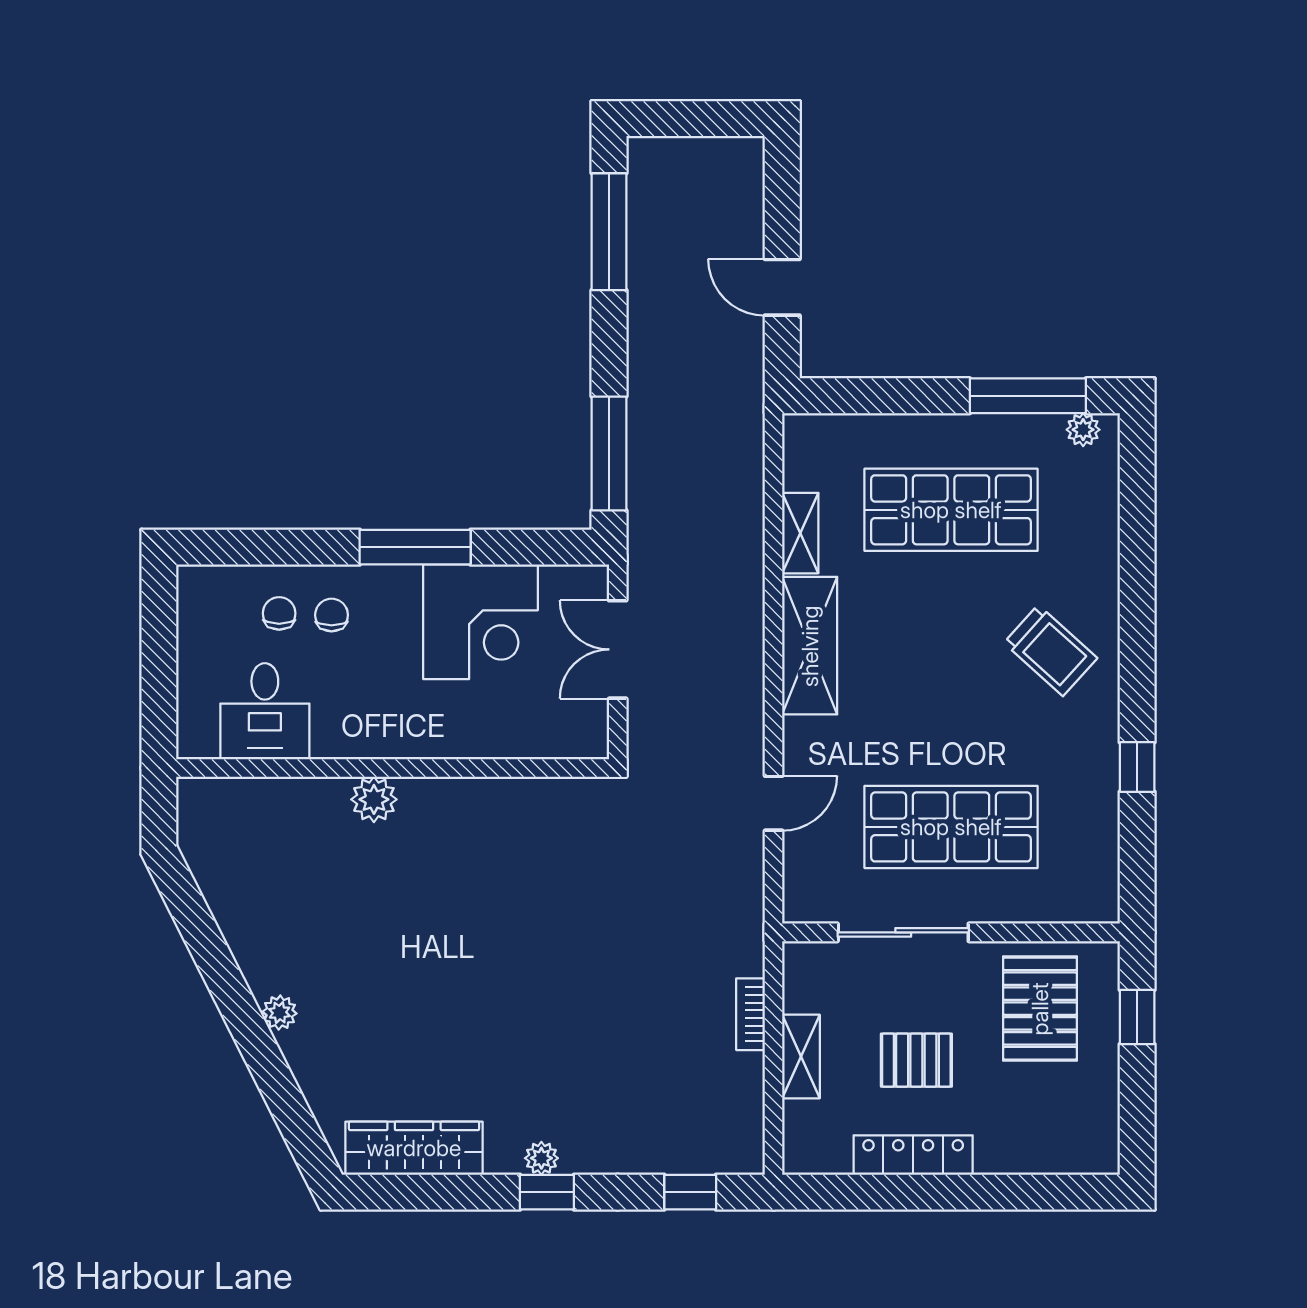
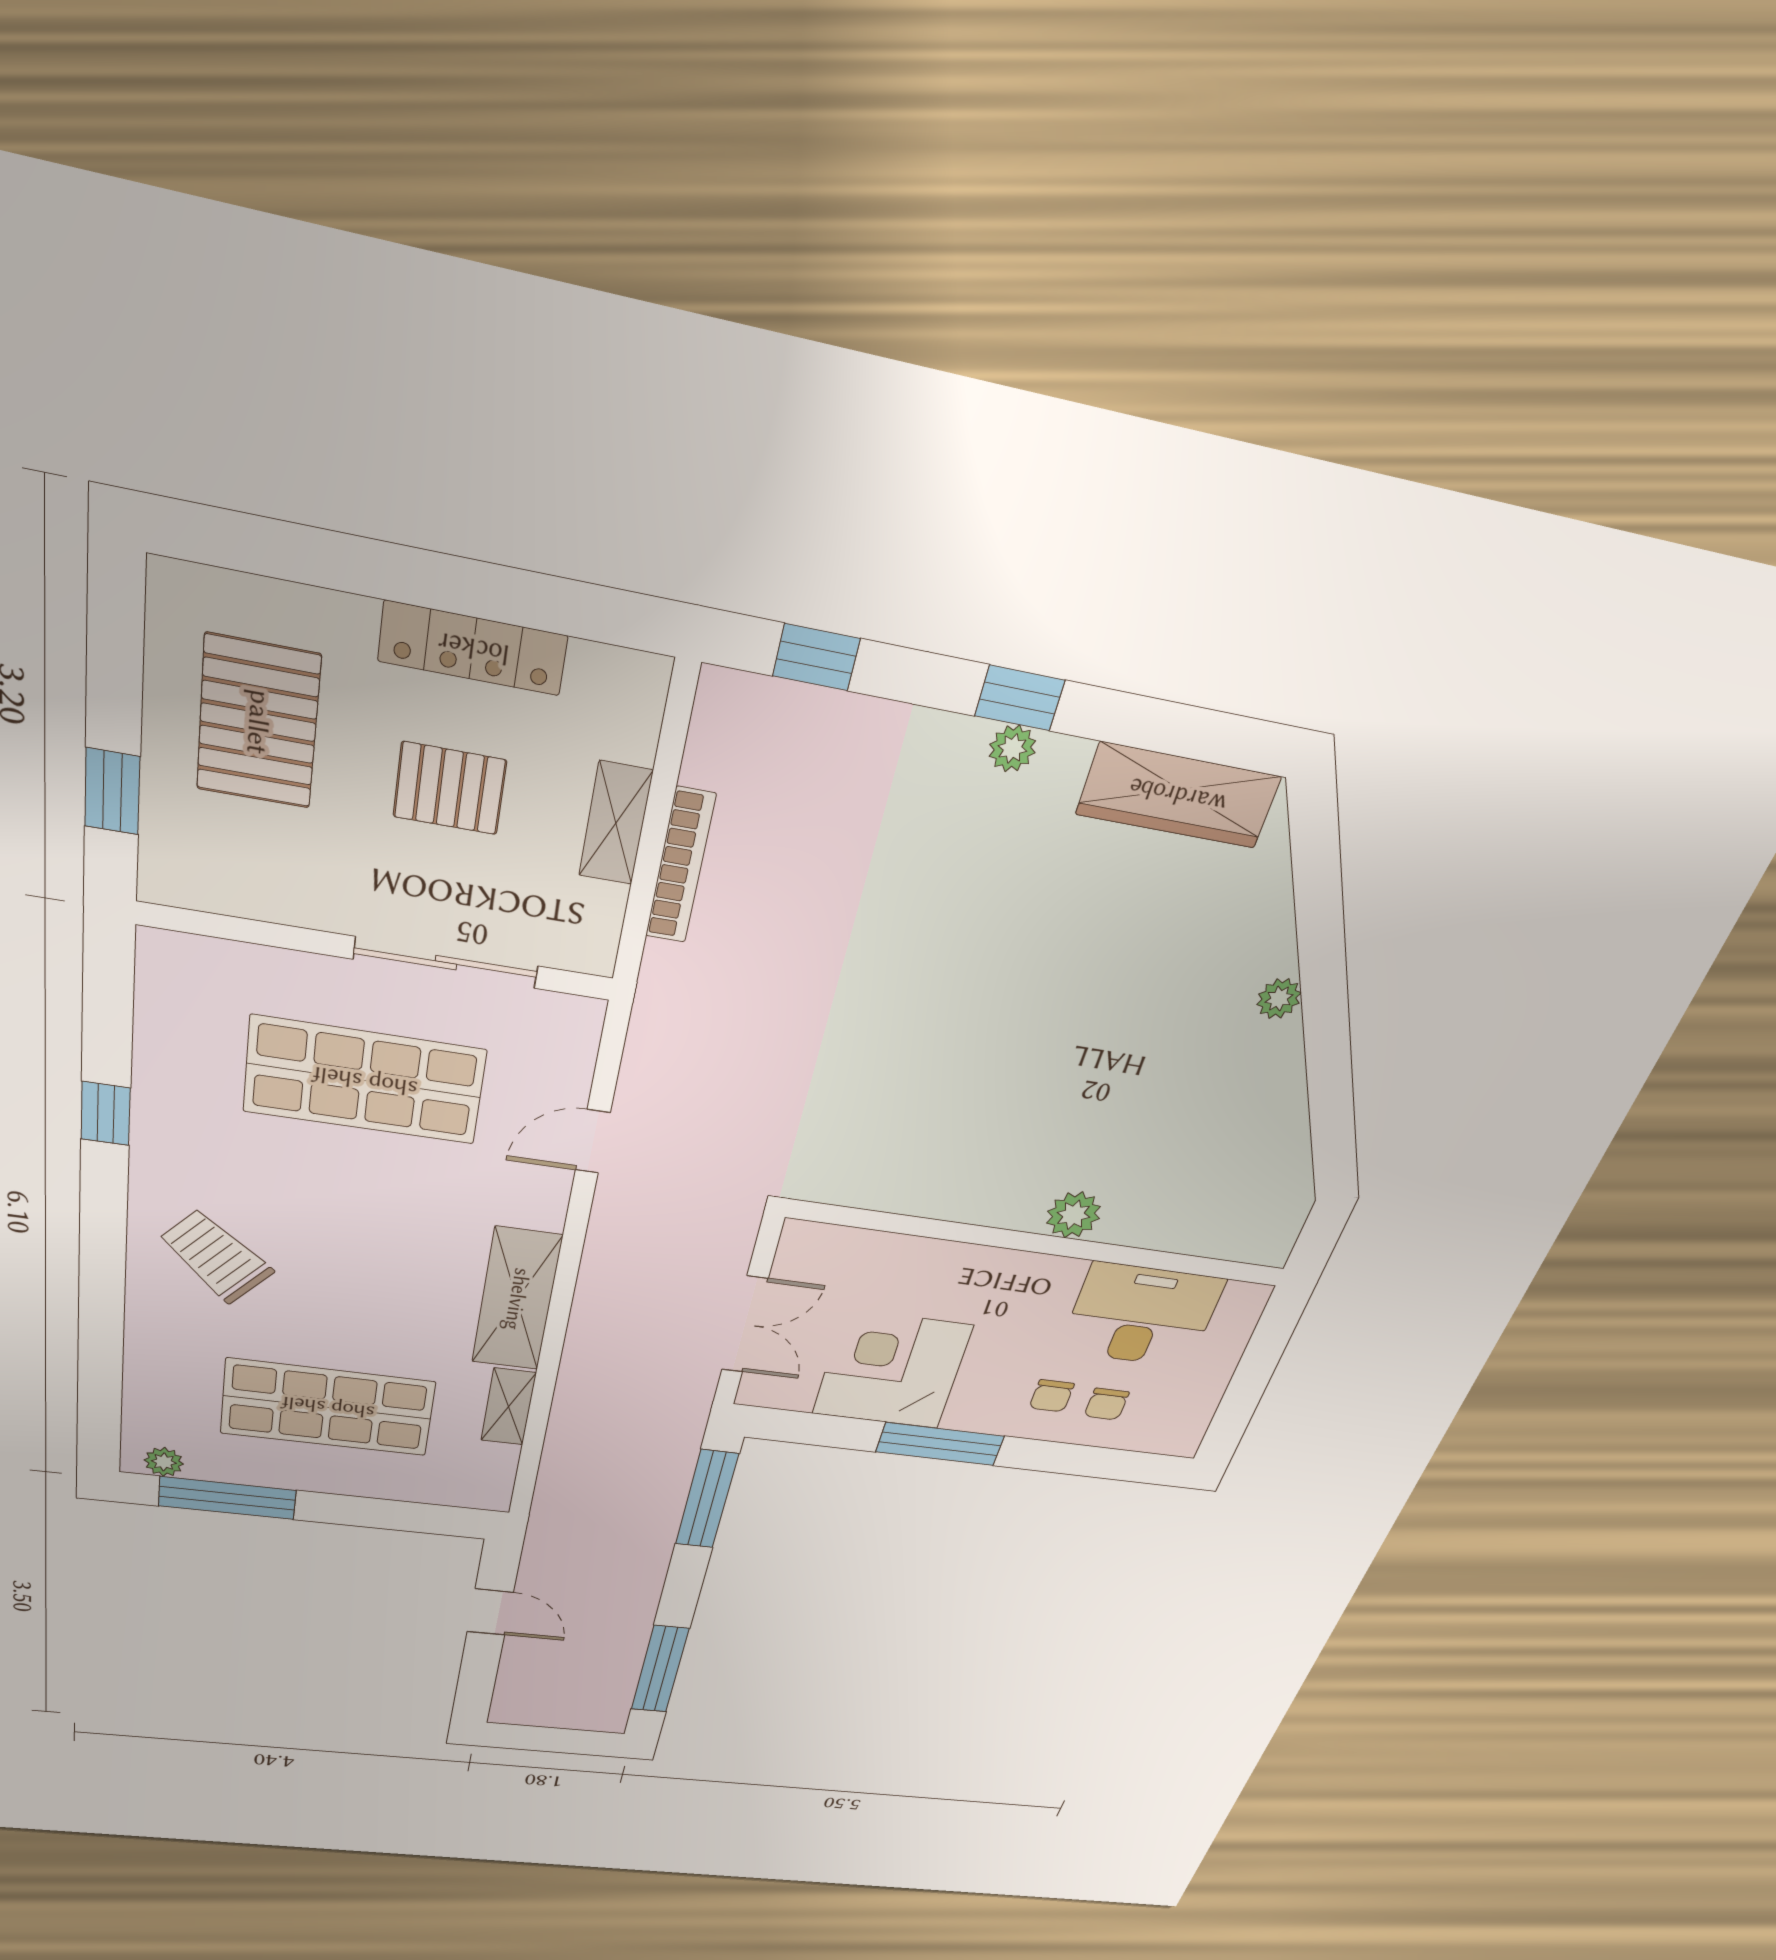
desk: (265, 711) -> (1142, 1315), width x1.37
pallet: (1040, 1009) -> (258, 722), moved
bookcase: (751, 1014) -> (680, 866), width x1.56

